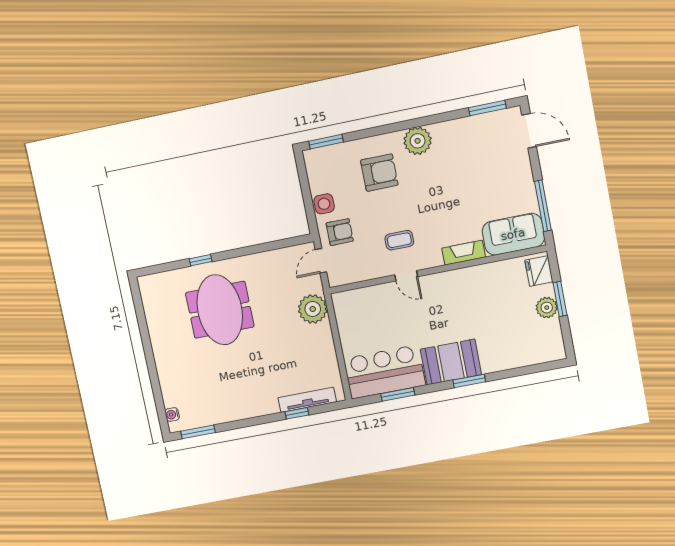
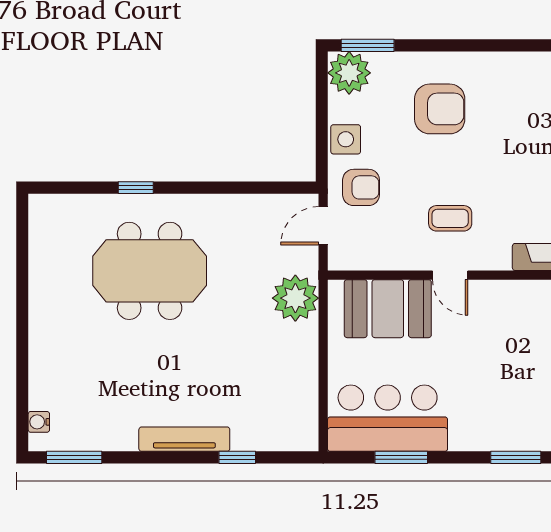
plant: (418, 141) -> (349, 73), moved
meeting table: (220, 310) -> (150, 271), turned 90
booth: (451, 362) -> (388, 309), moved
tv unit: (307, 400) -> (184, 439), moved

